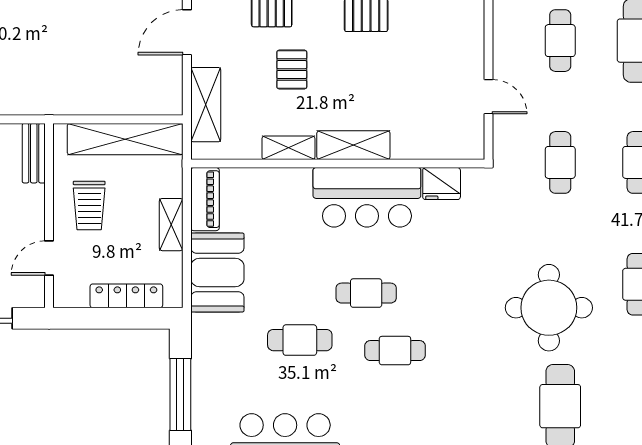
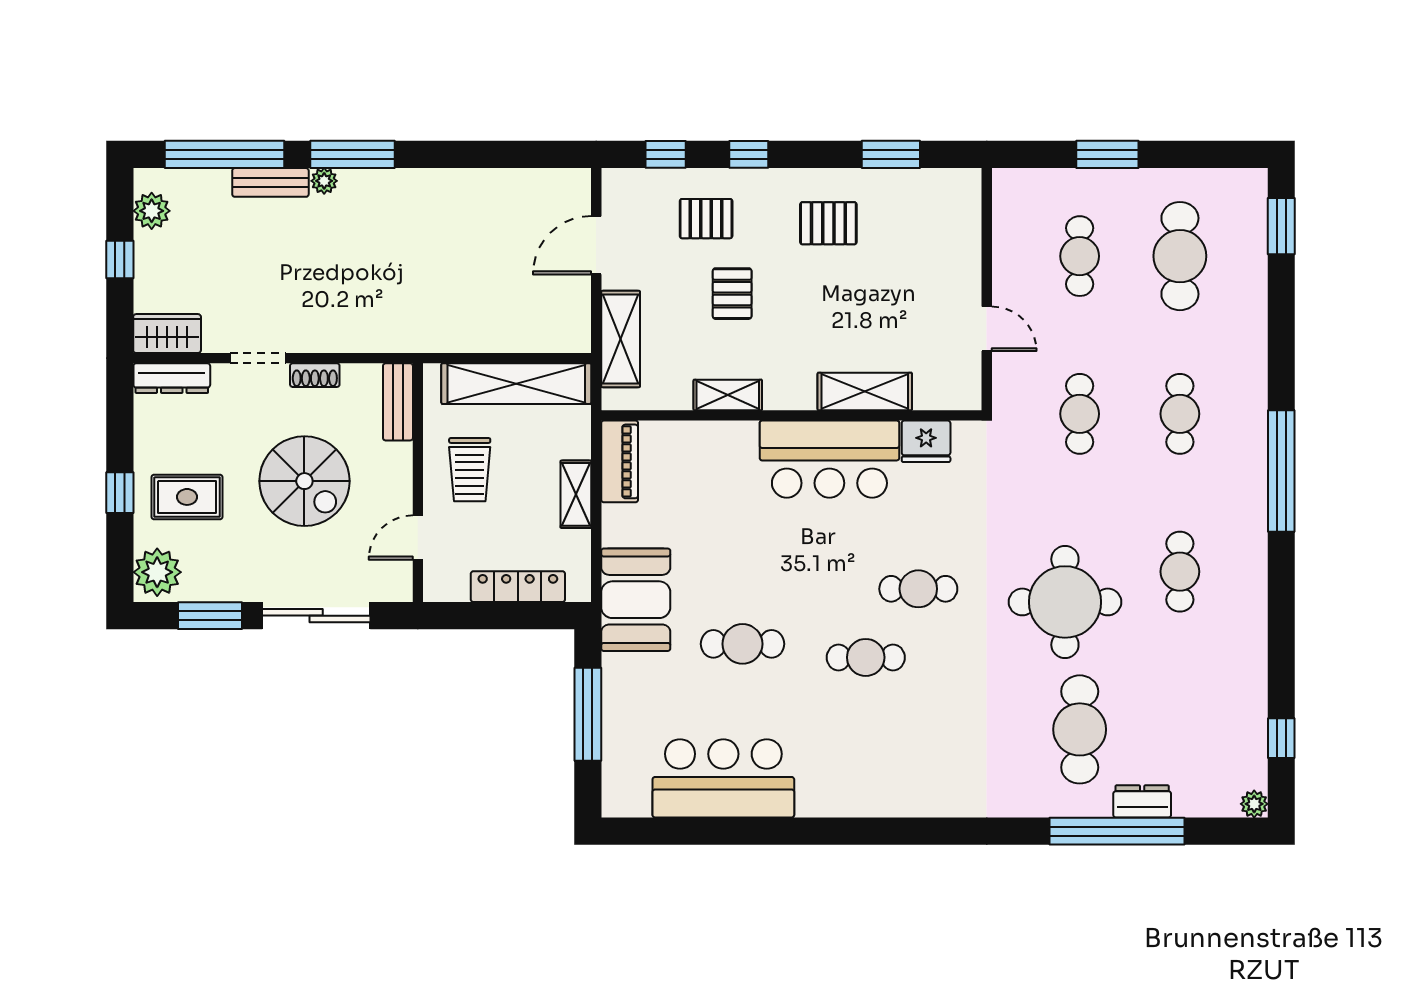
shelving: (353, 145) -> (865, 391), moved
booth: (217, 273) -> (636, 600), moved
cafe table: (366, 293) -> (918, 589), moved

